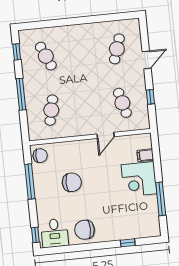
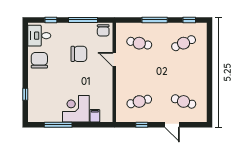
door: (106, 135) -> (114, 60), moved
chair: (72, 182) -> (79, 54), turned -90
window: (35, 235) -> (51, 20), moved

